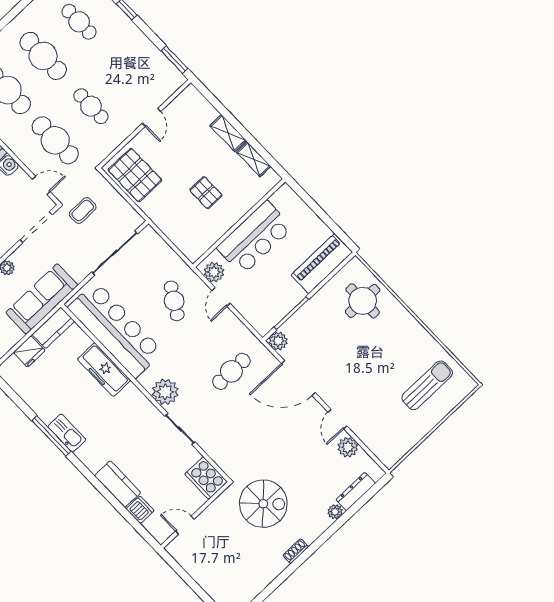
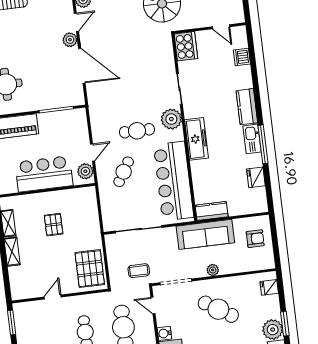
plant: (278, 341) -> (70, 40), moved
fridge: (29, 351) -> (256, 177), moved, turned -90
freezer: (104, 370) -> (197, 139), moved
cafe table: (231, 371) -> (137, 131), moved
kitchen counter: (118, 484) -> (247, 107), moved

